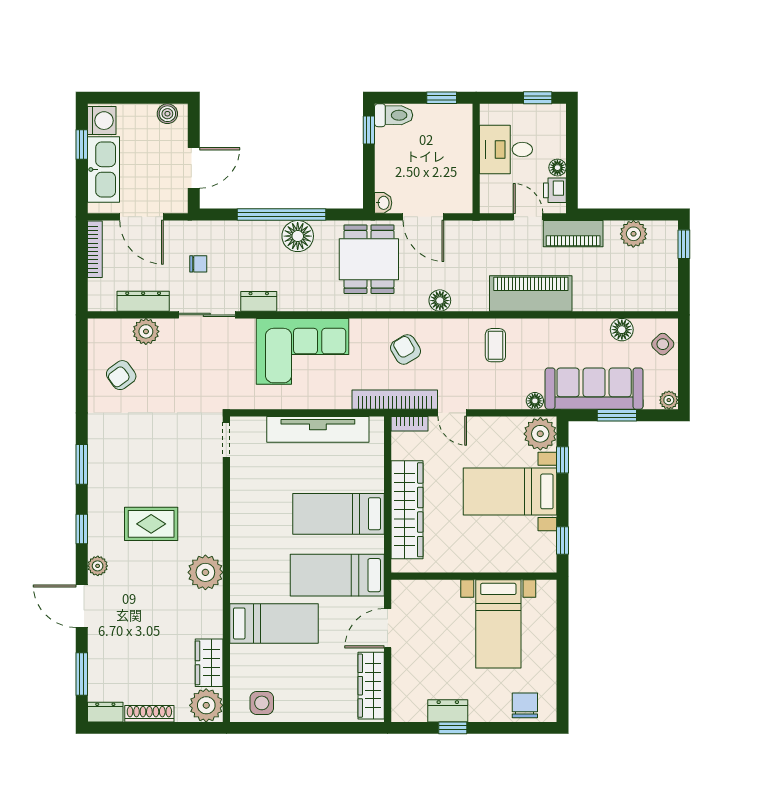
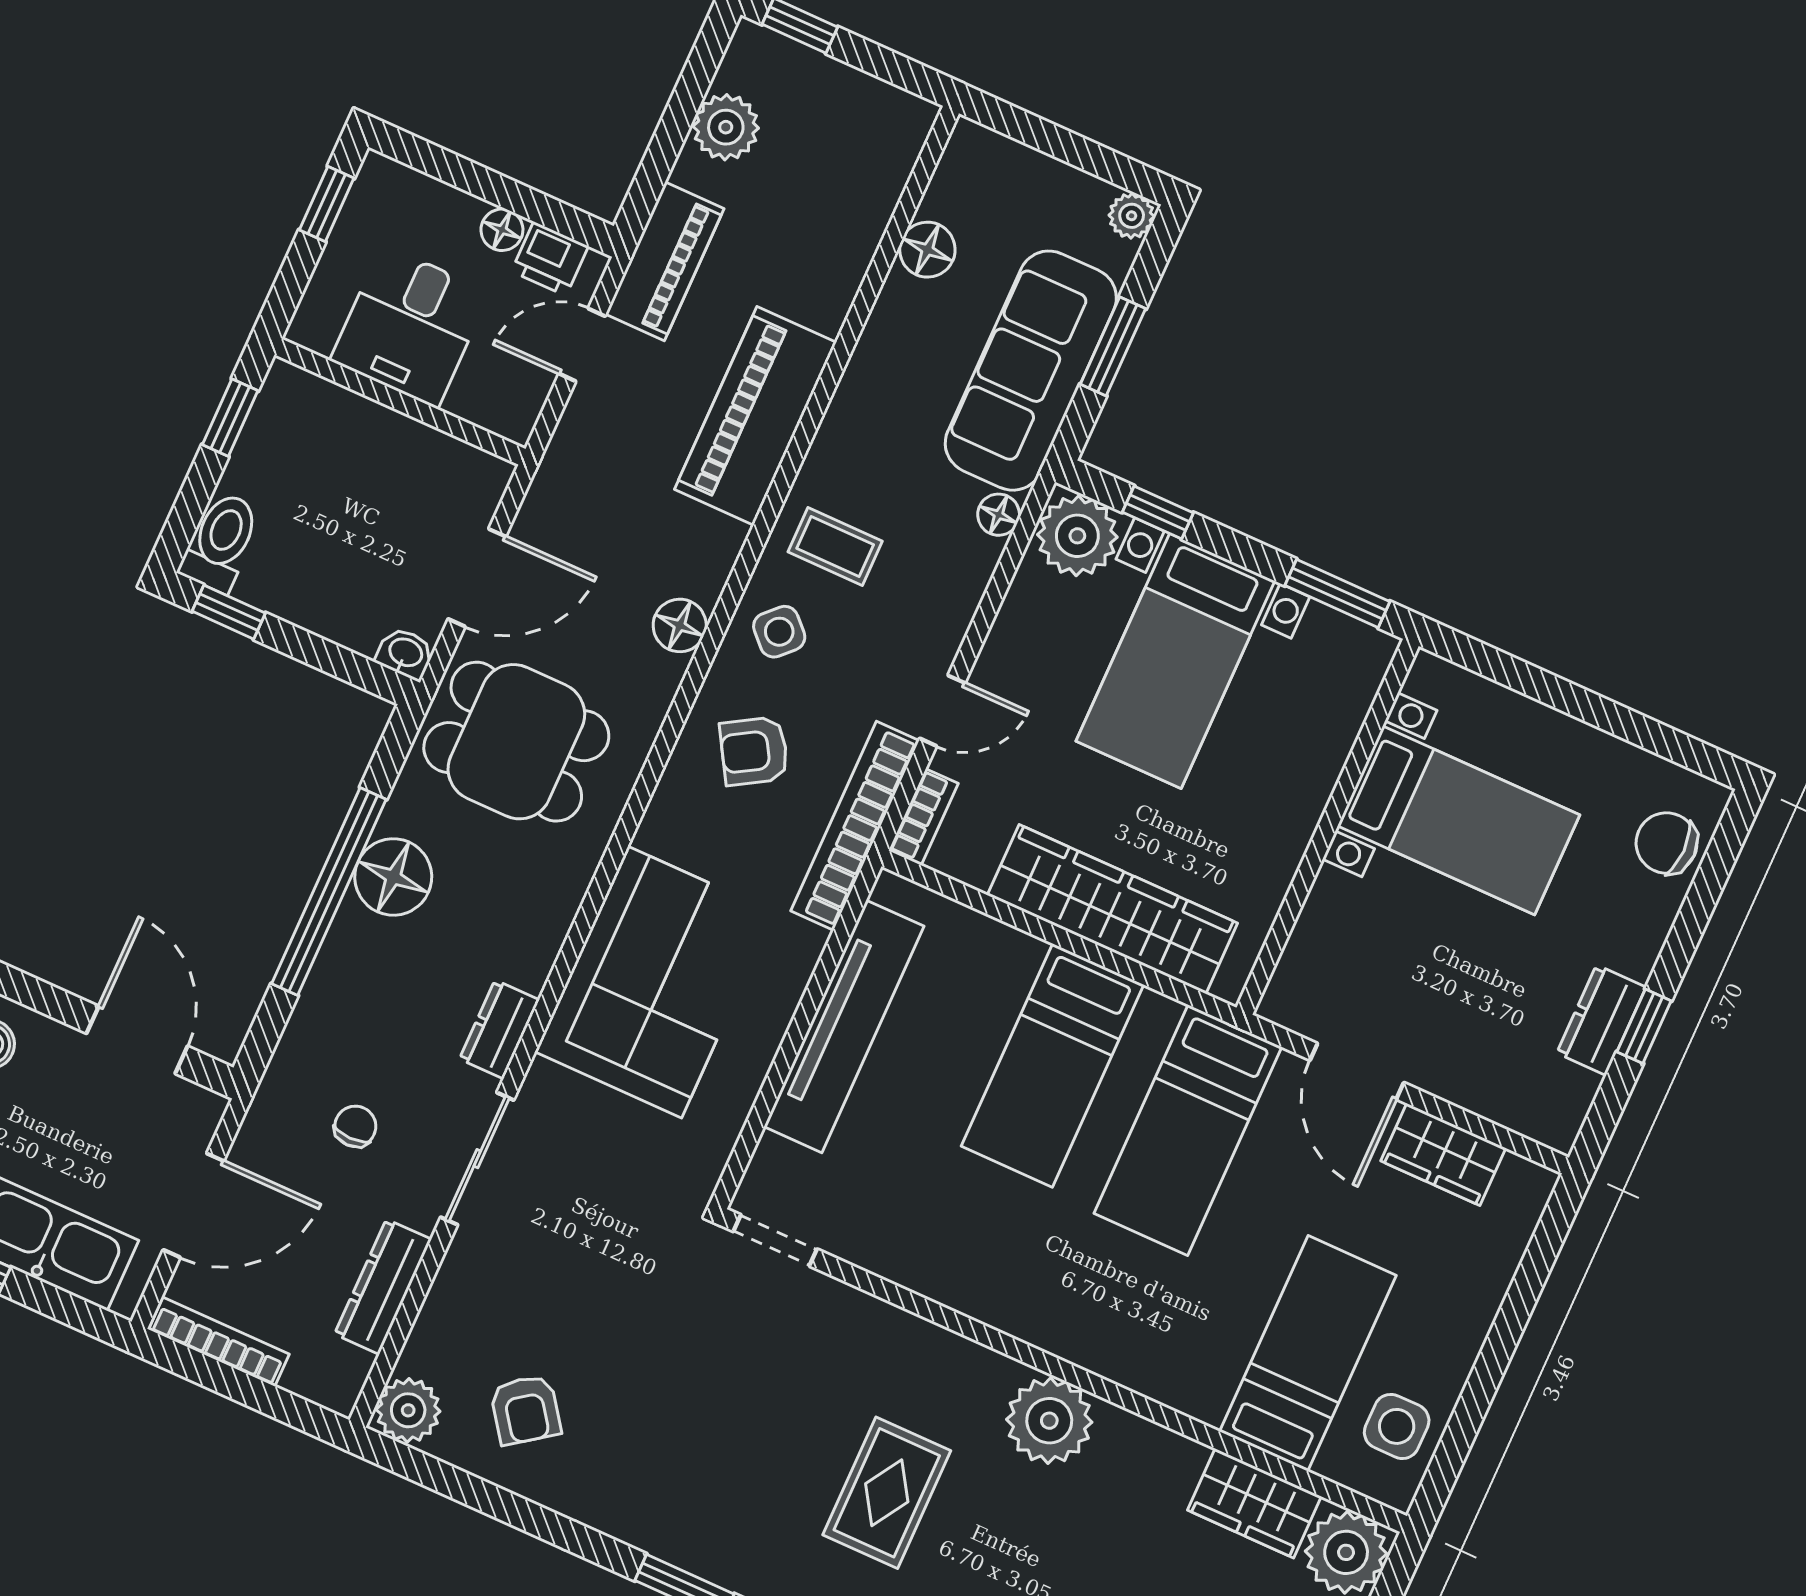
plant: (146, 331) -> (408, 1410), moved
side table: (663, 344) -> (779, 632), moved
window: (563, 541) -> (1337, 594), width x1.50
bed: (274, 623) -> (1308, 1353), moved
wardrobe: (371, 686) -> (1443, 1154), width x0.67

